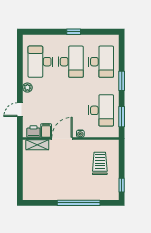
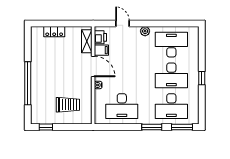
window: (122, 117) -> (182, 127), moved
locker: (28, 177) -> (54, 32), added

